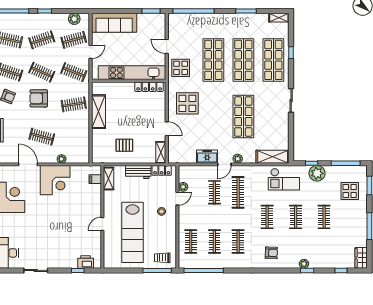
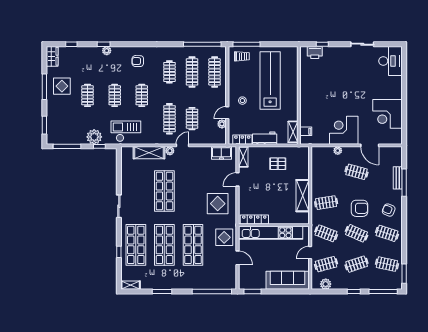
door: (167, 129) -> (237, 179), hinge flipped
freezer: (207, 157) -> (221, 153), moved
shelving: (273, 157) -> (149, 153), moved
display table: (350, 191) -> (62, 86), moved
door: (102, 224) -> (299, 89), removed
clothes rail: (191, 241) -> (215, 72), width x1.36
clothes rail: (214, 241) -> (192, 72), width x1.36

